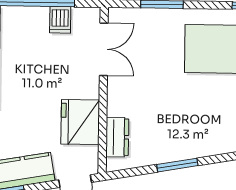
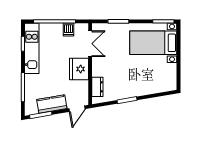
fridge: (80, 122) -> (79, 69), moved

